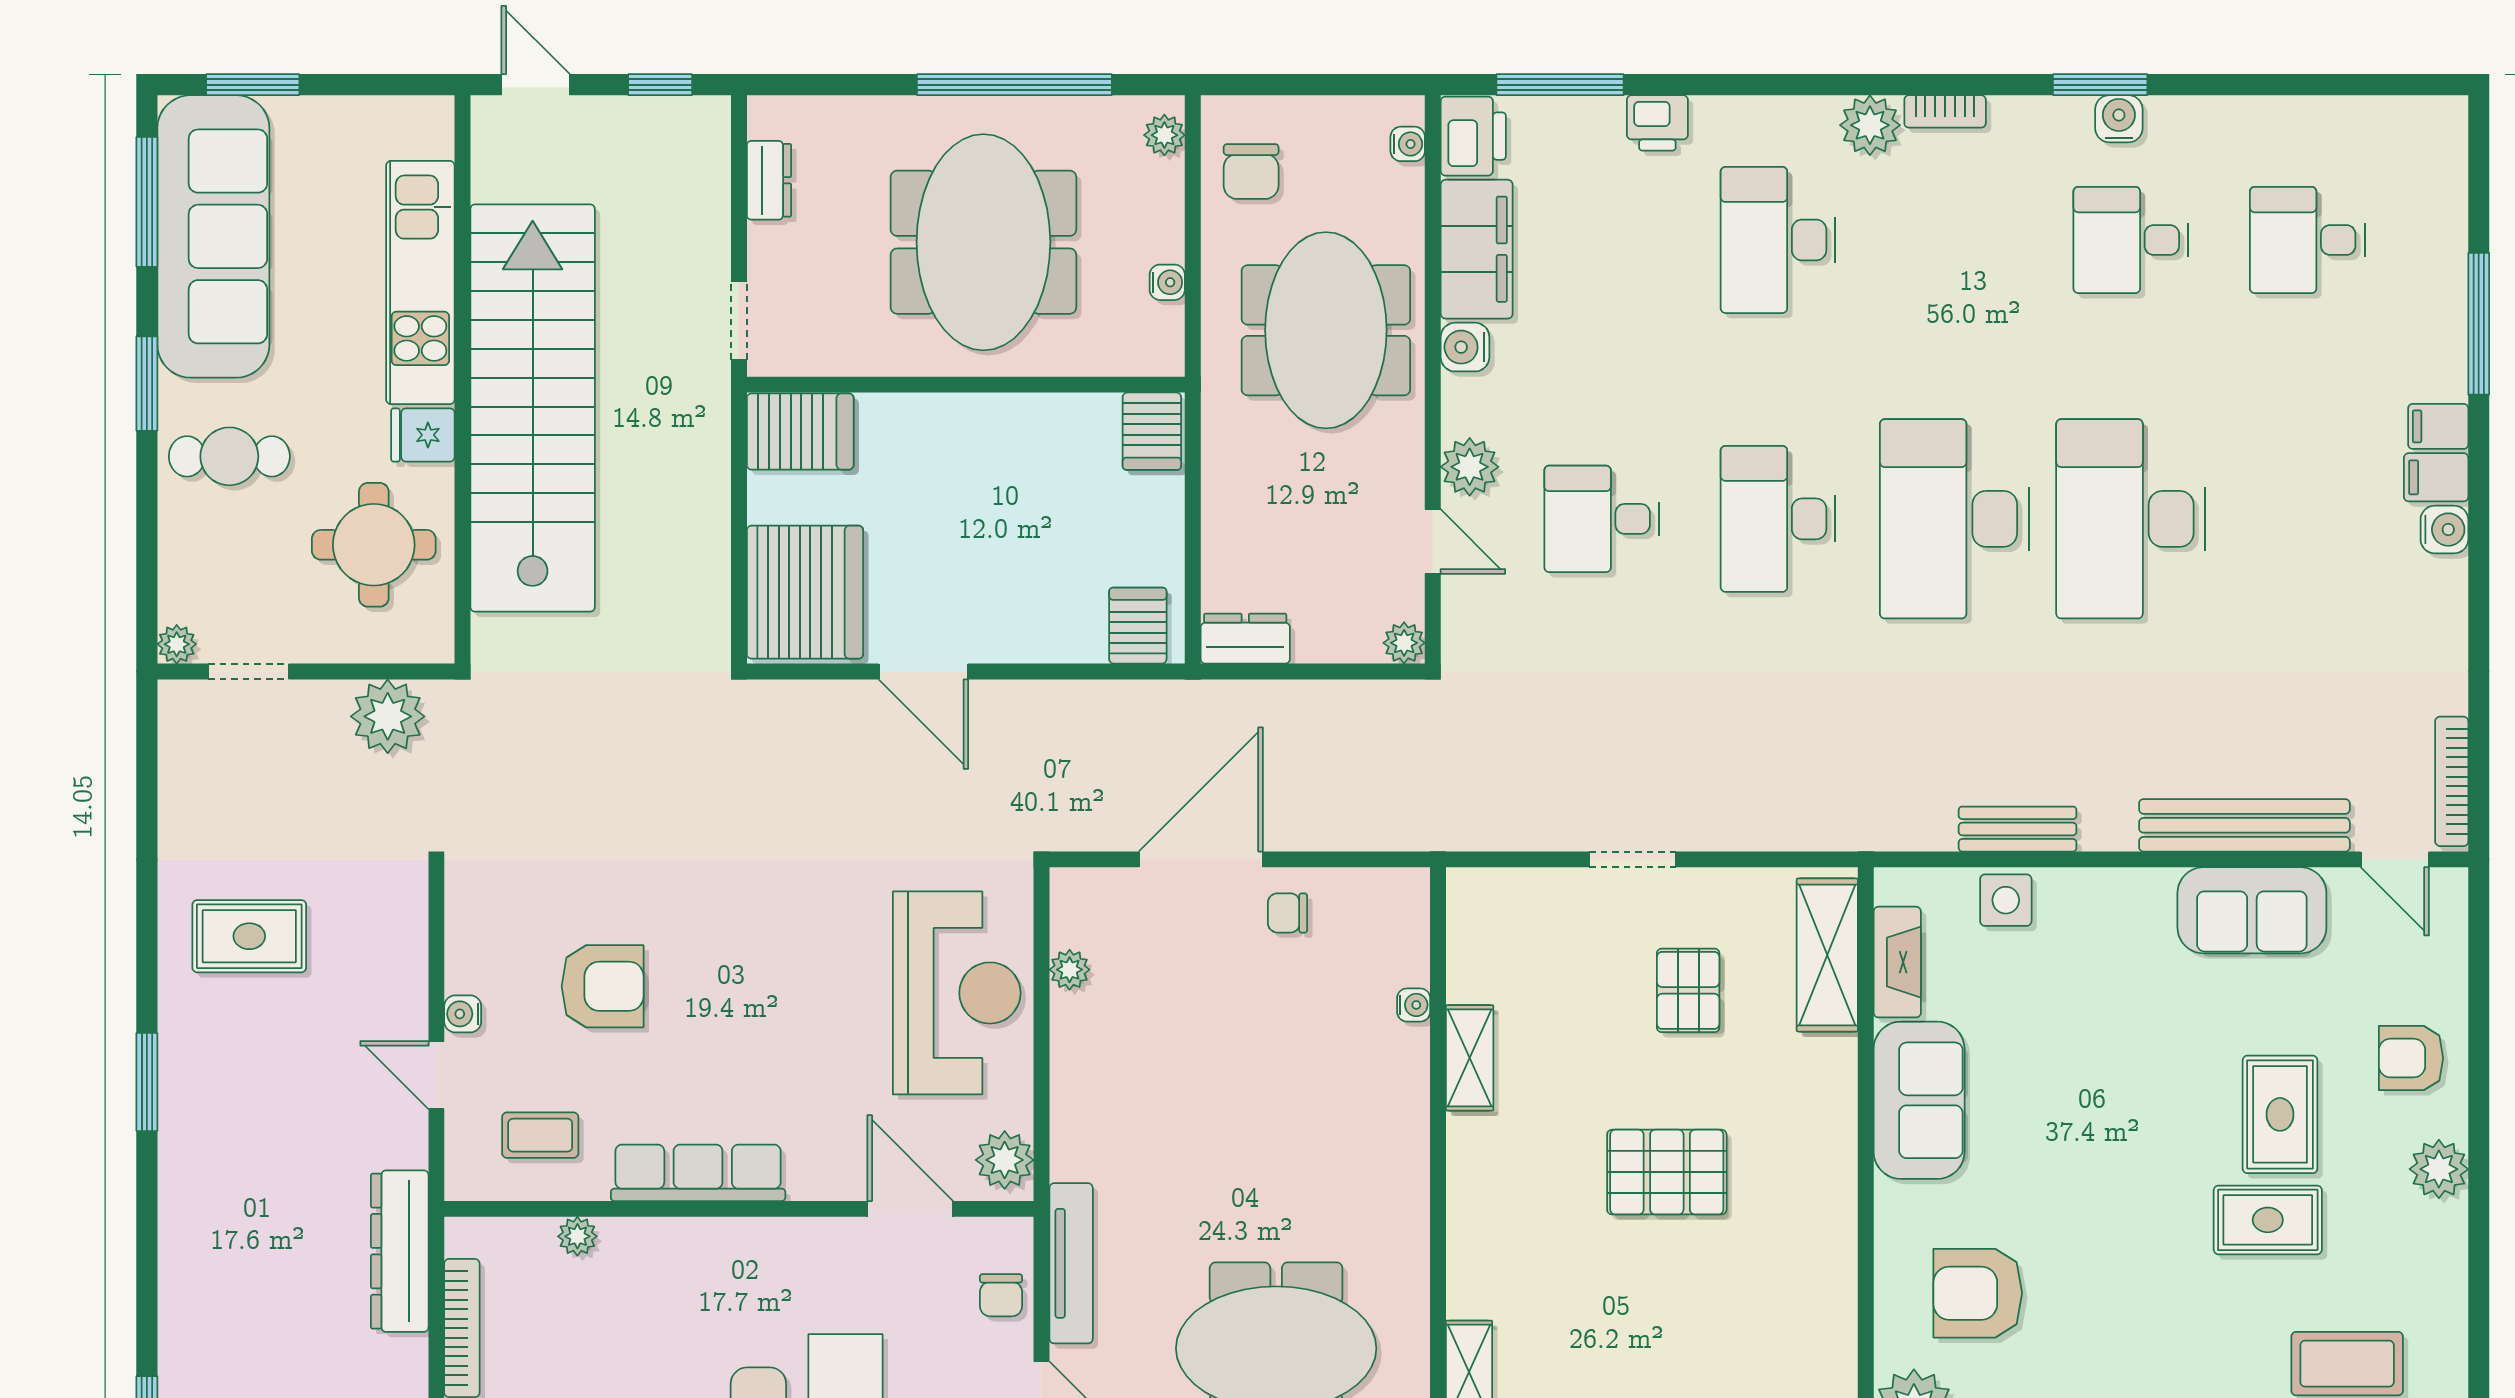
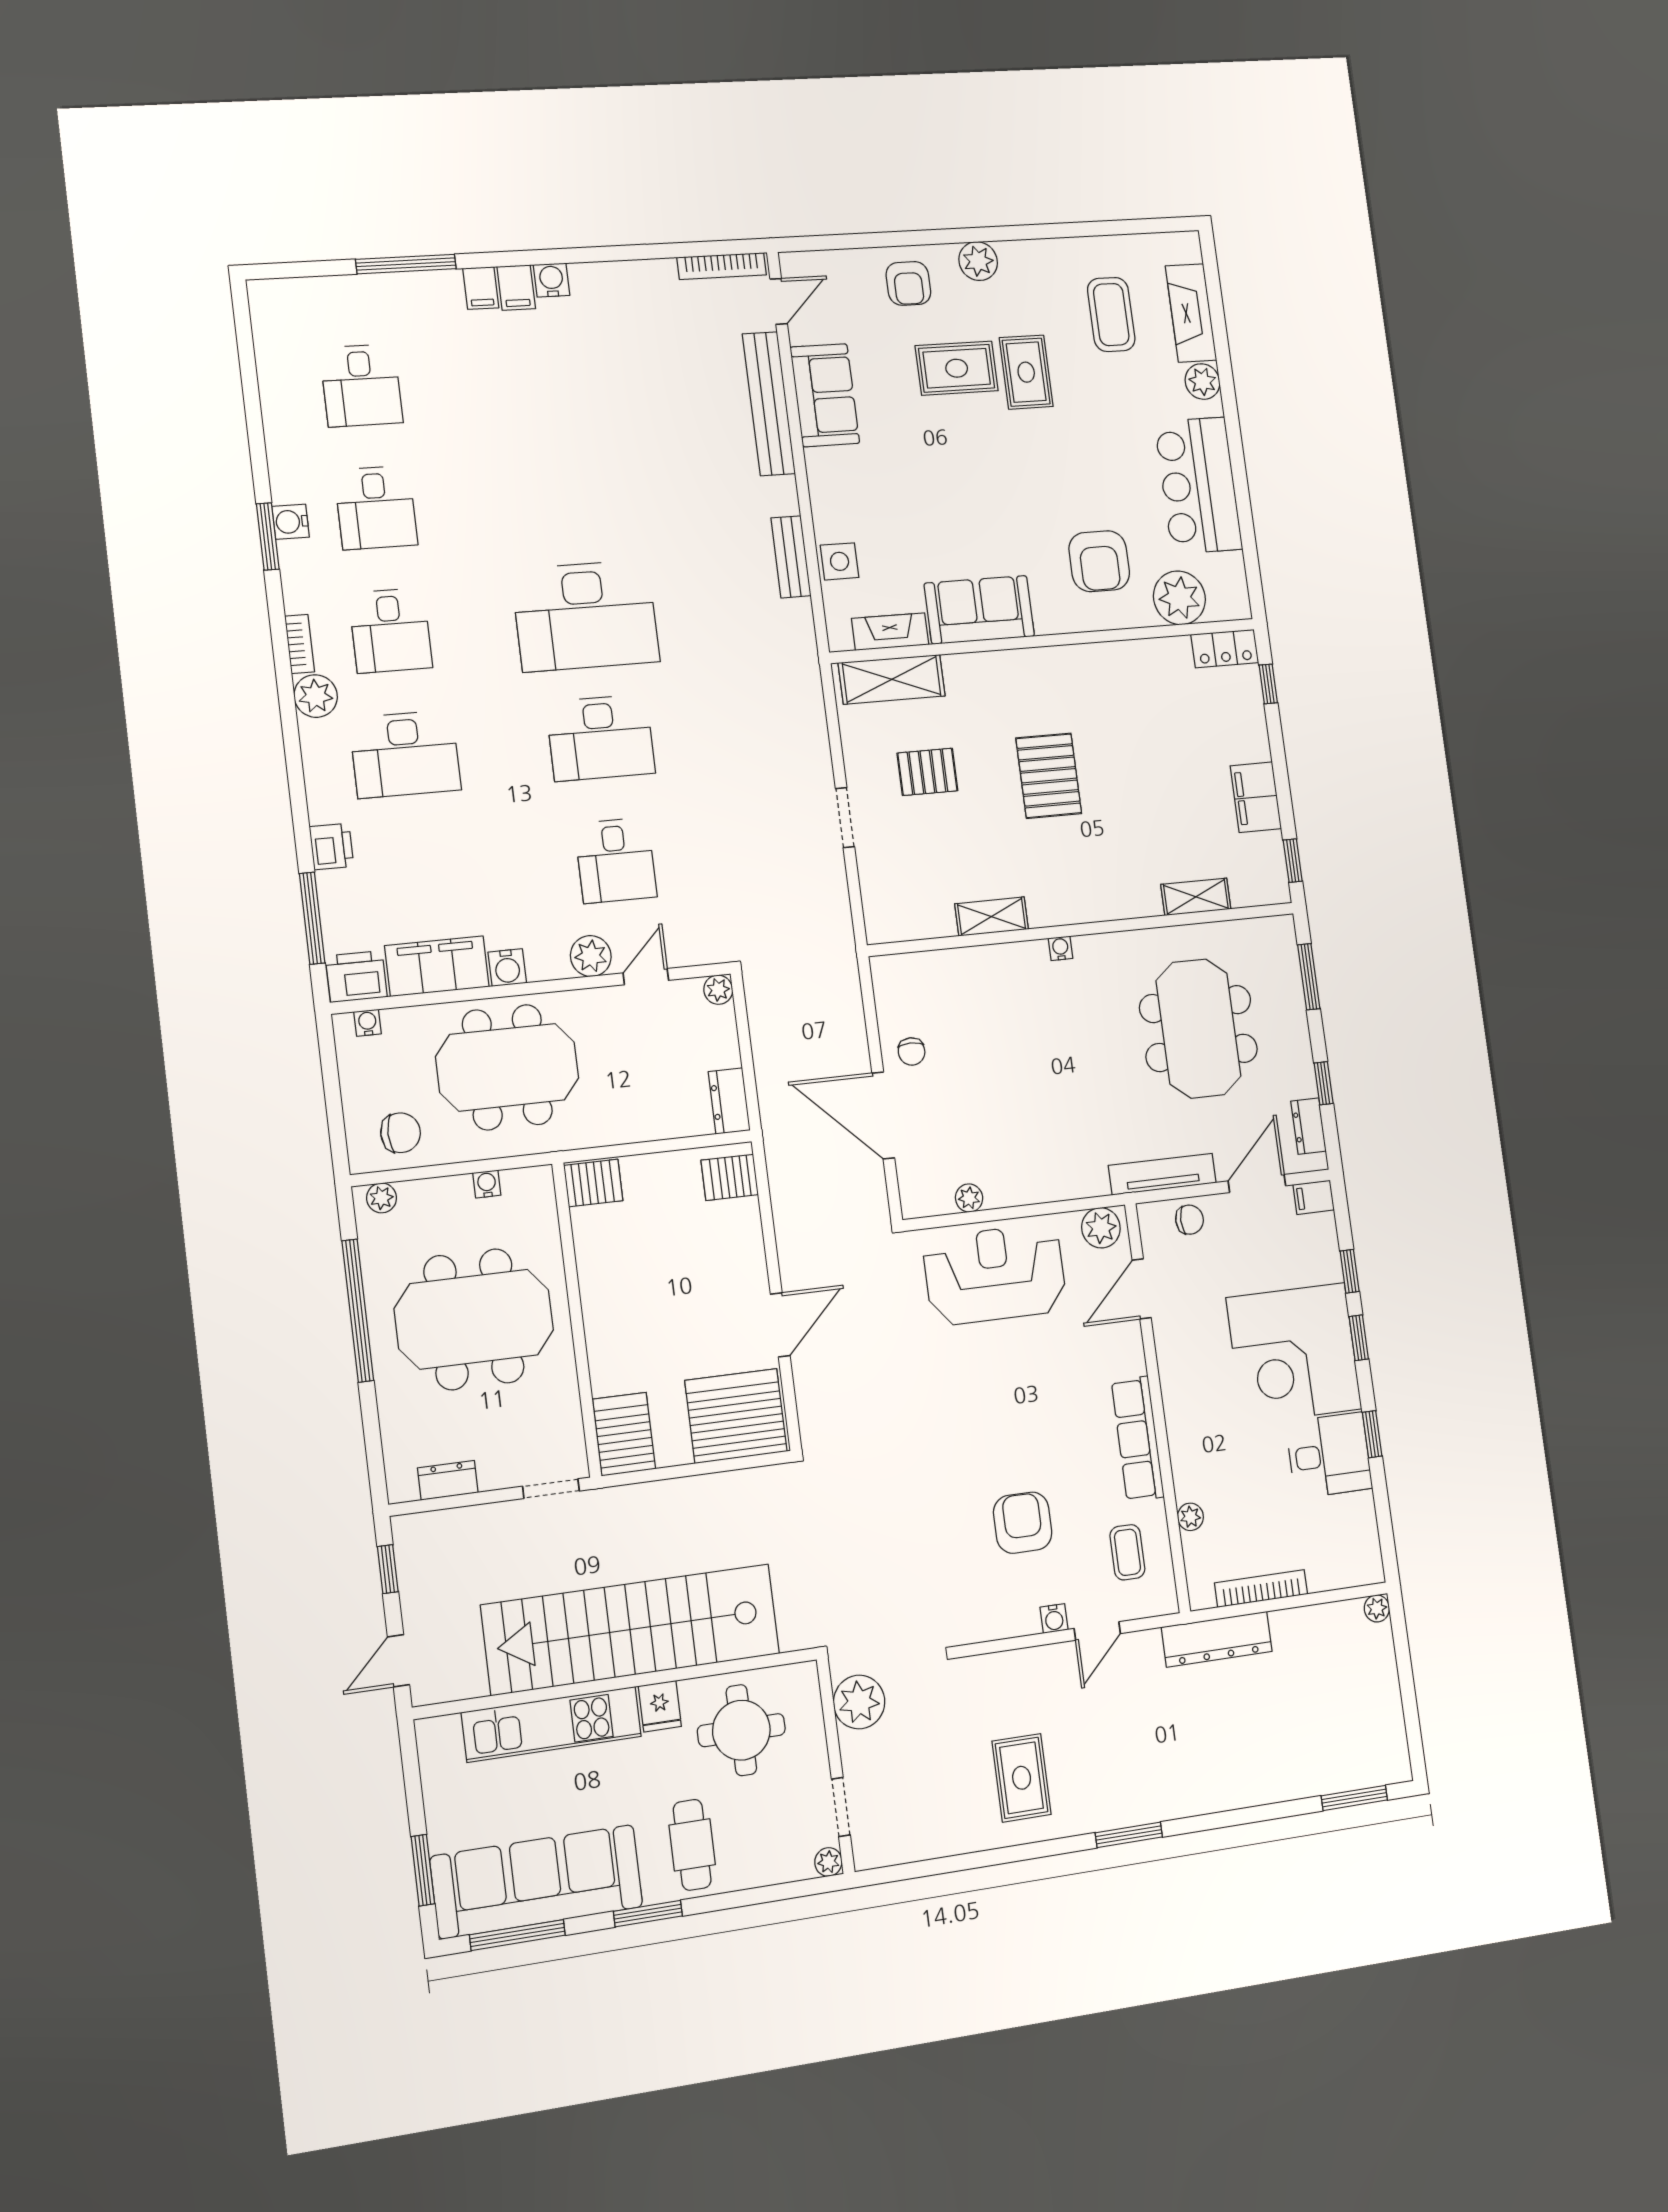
desk: (2131, 519) -> (390, 630), moved, width x0.53, depth x0.77
water cooler: (1414, 1005) -> (1060, 948), moved

